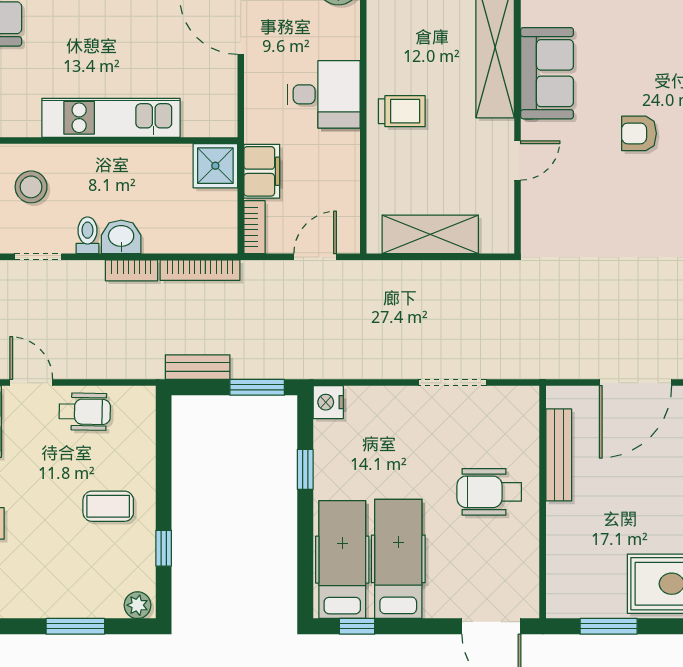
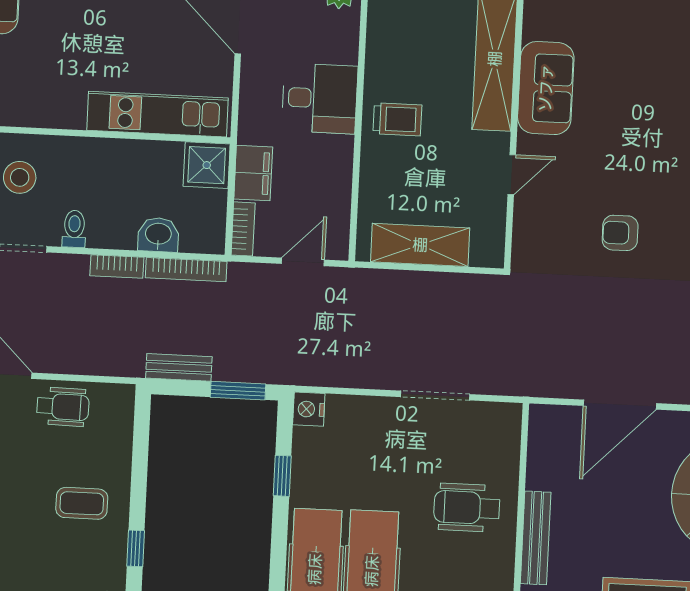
kitchen unit: (111, 118) -> (157, 114), moved
armchair: (639, 133) -> (620, 233), moved
washbasin: (121, 237) -> (158, 235), moved
bench: (559, 455) -> (536, 538), moved

